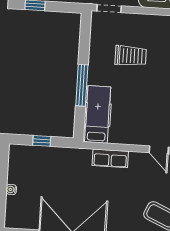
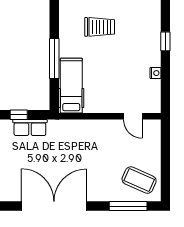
row of seats: (110, 158) -> (30, 127), moved

